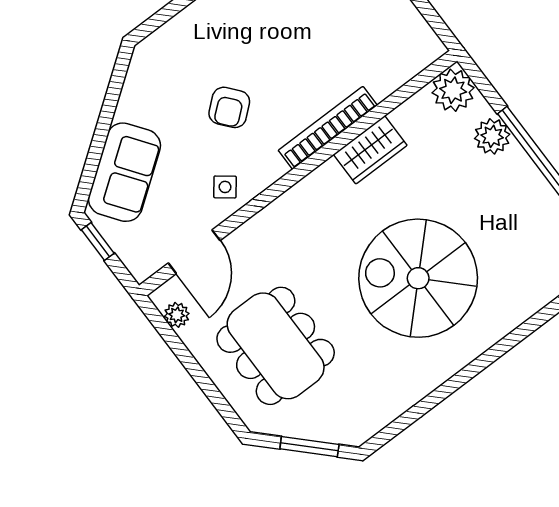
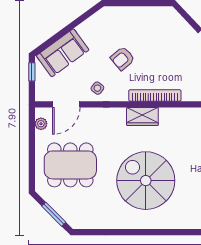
wardrobe: (370, 150) -> (142, 116), moved
dining table: (276, 346) -> (70, 165), turned 90

